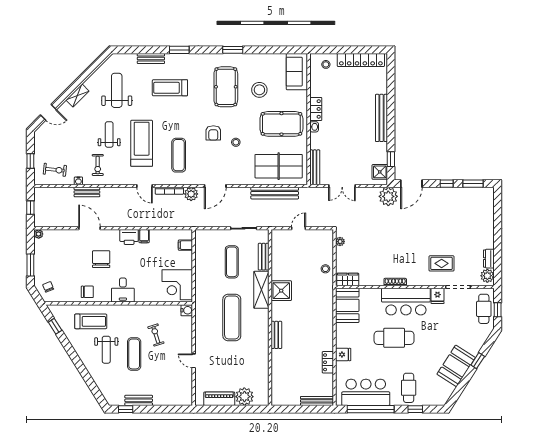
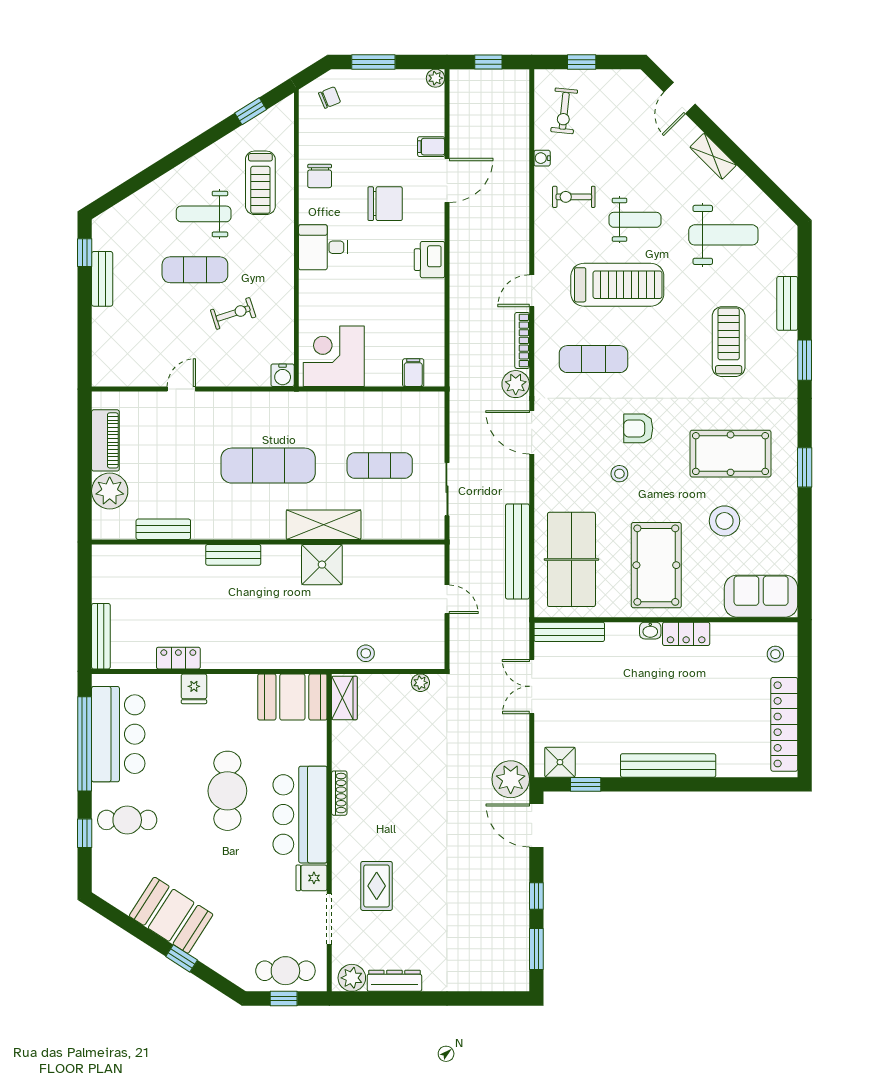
bench: (87, 192) -> (520, 175), removed
filing cabinet: (144, 236) -> (431, 147), moved
bench: (264, 257) -> (163, 529), moved
dresser: (489, 259) -> (394, 981), width x1.44

